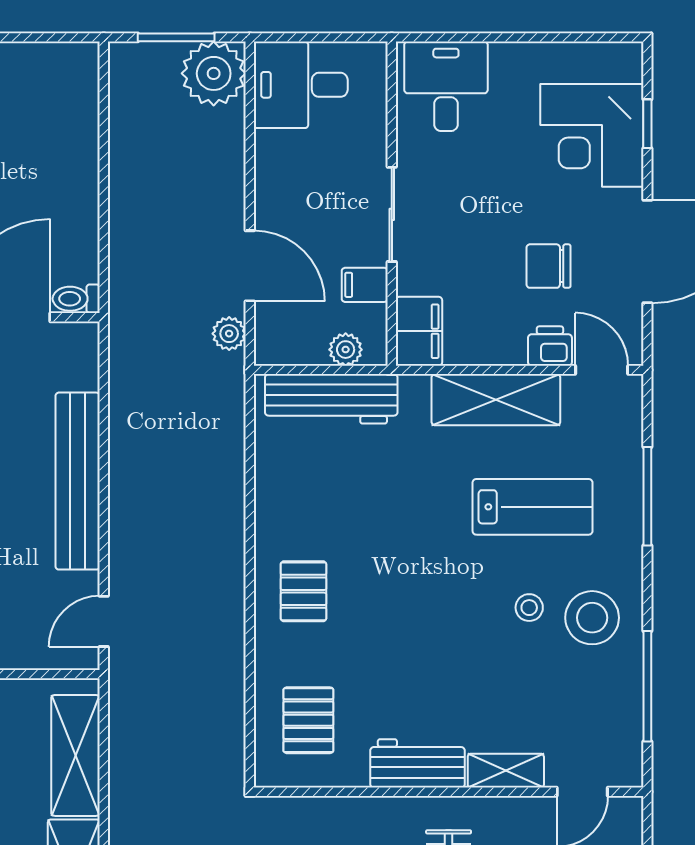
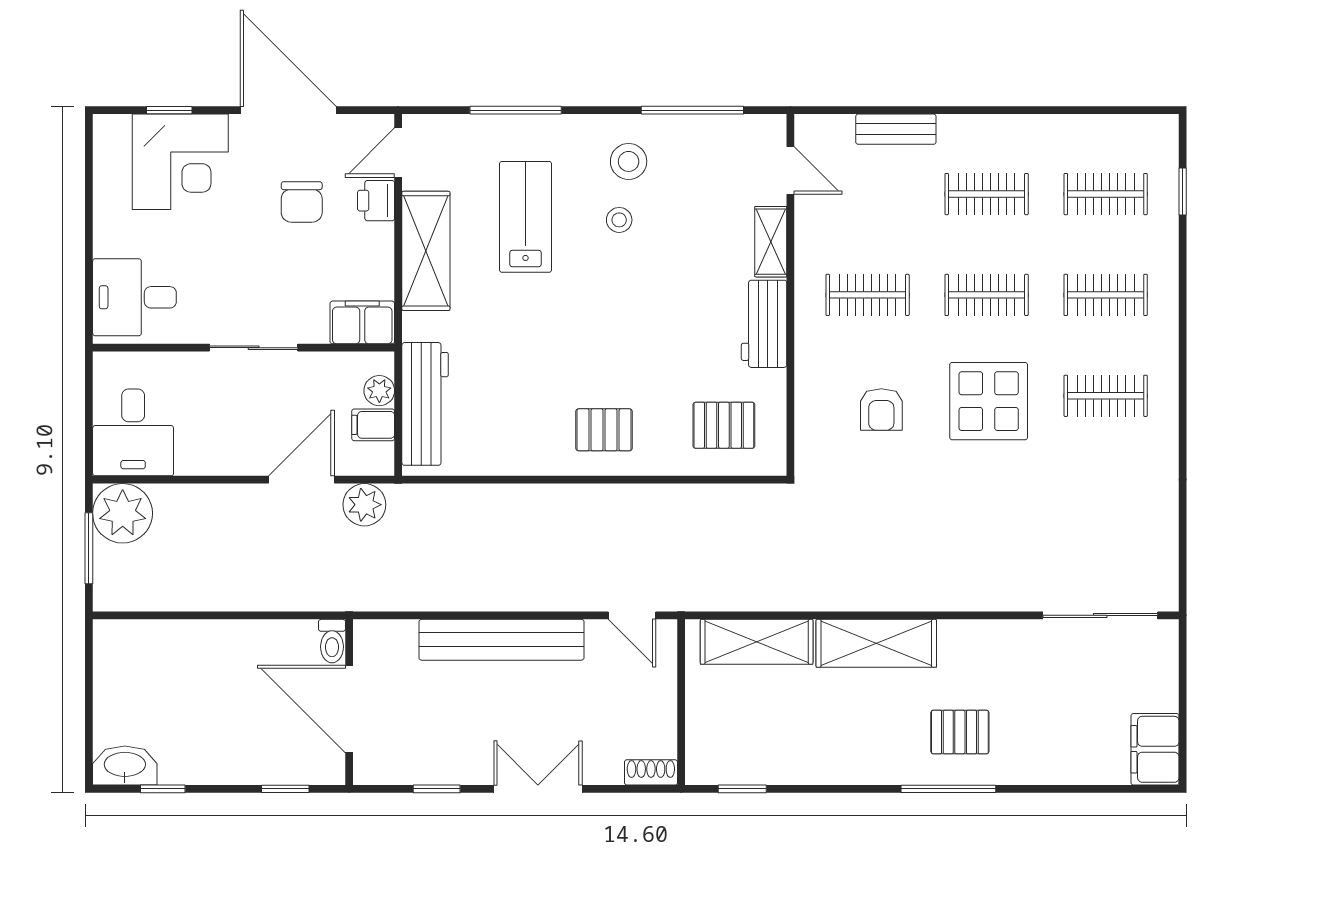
filing cabinet: (365, 285) -> (373, 425), moved, turned 90
plant: (229, 334) -> (364, 505), width x1.38, depth x1.38
stool: (592, 618) -> (629, 161), width x0.73, depth x0.73

